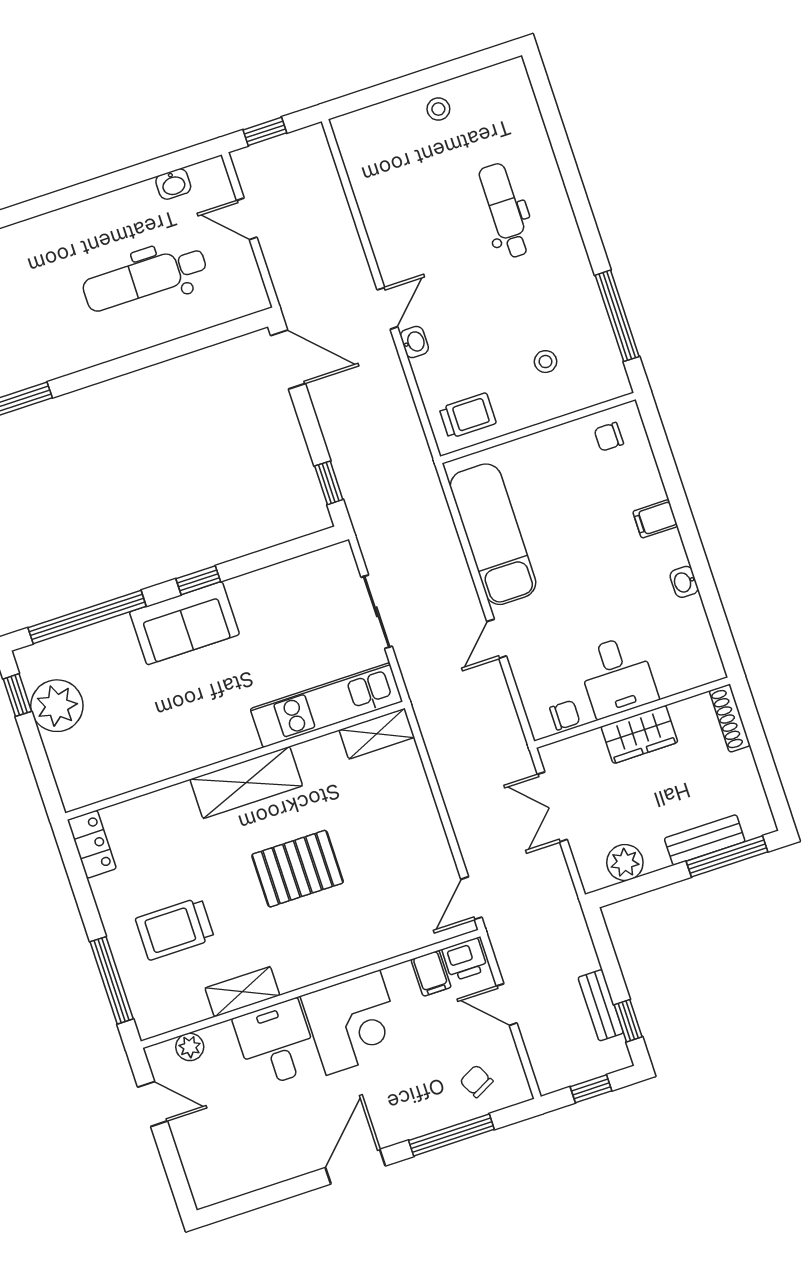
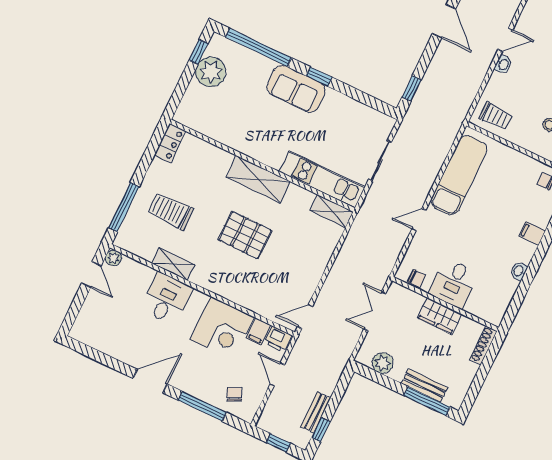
corner desk: (353, 1023) -> (222, 328), moved
plant: (190, 1047) -> (113, 258), moved

